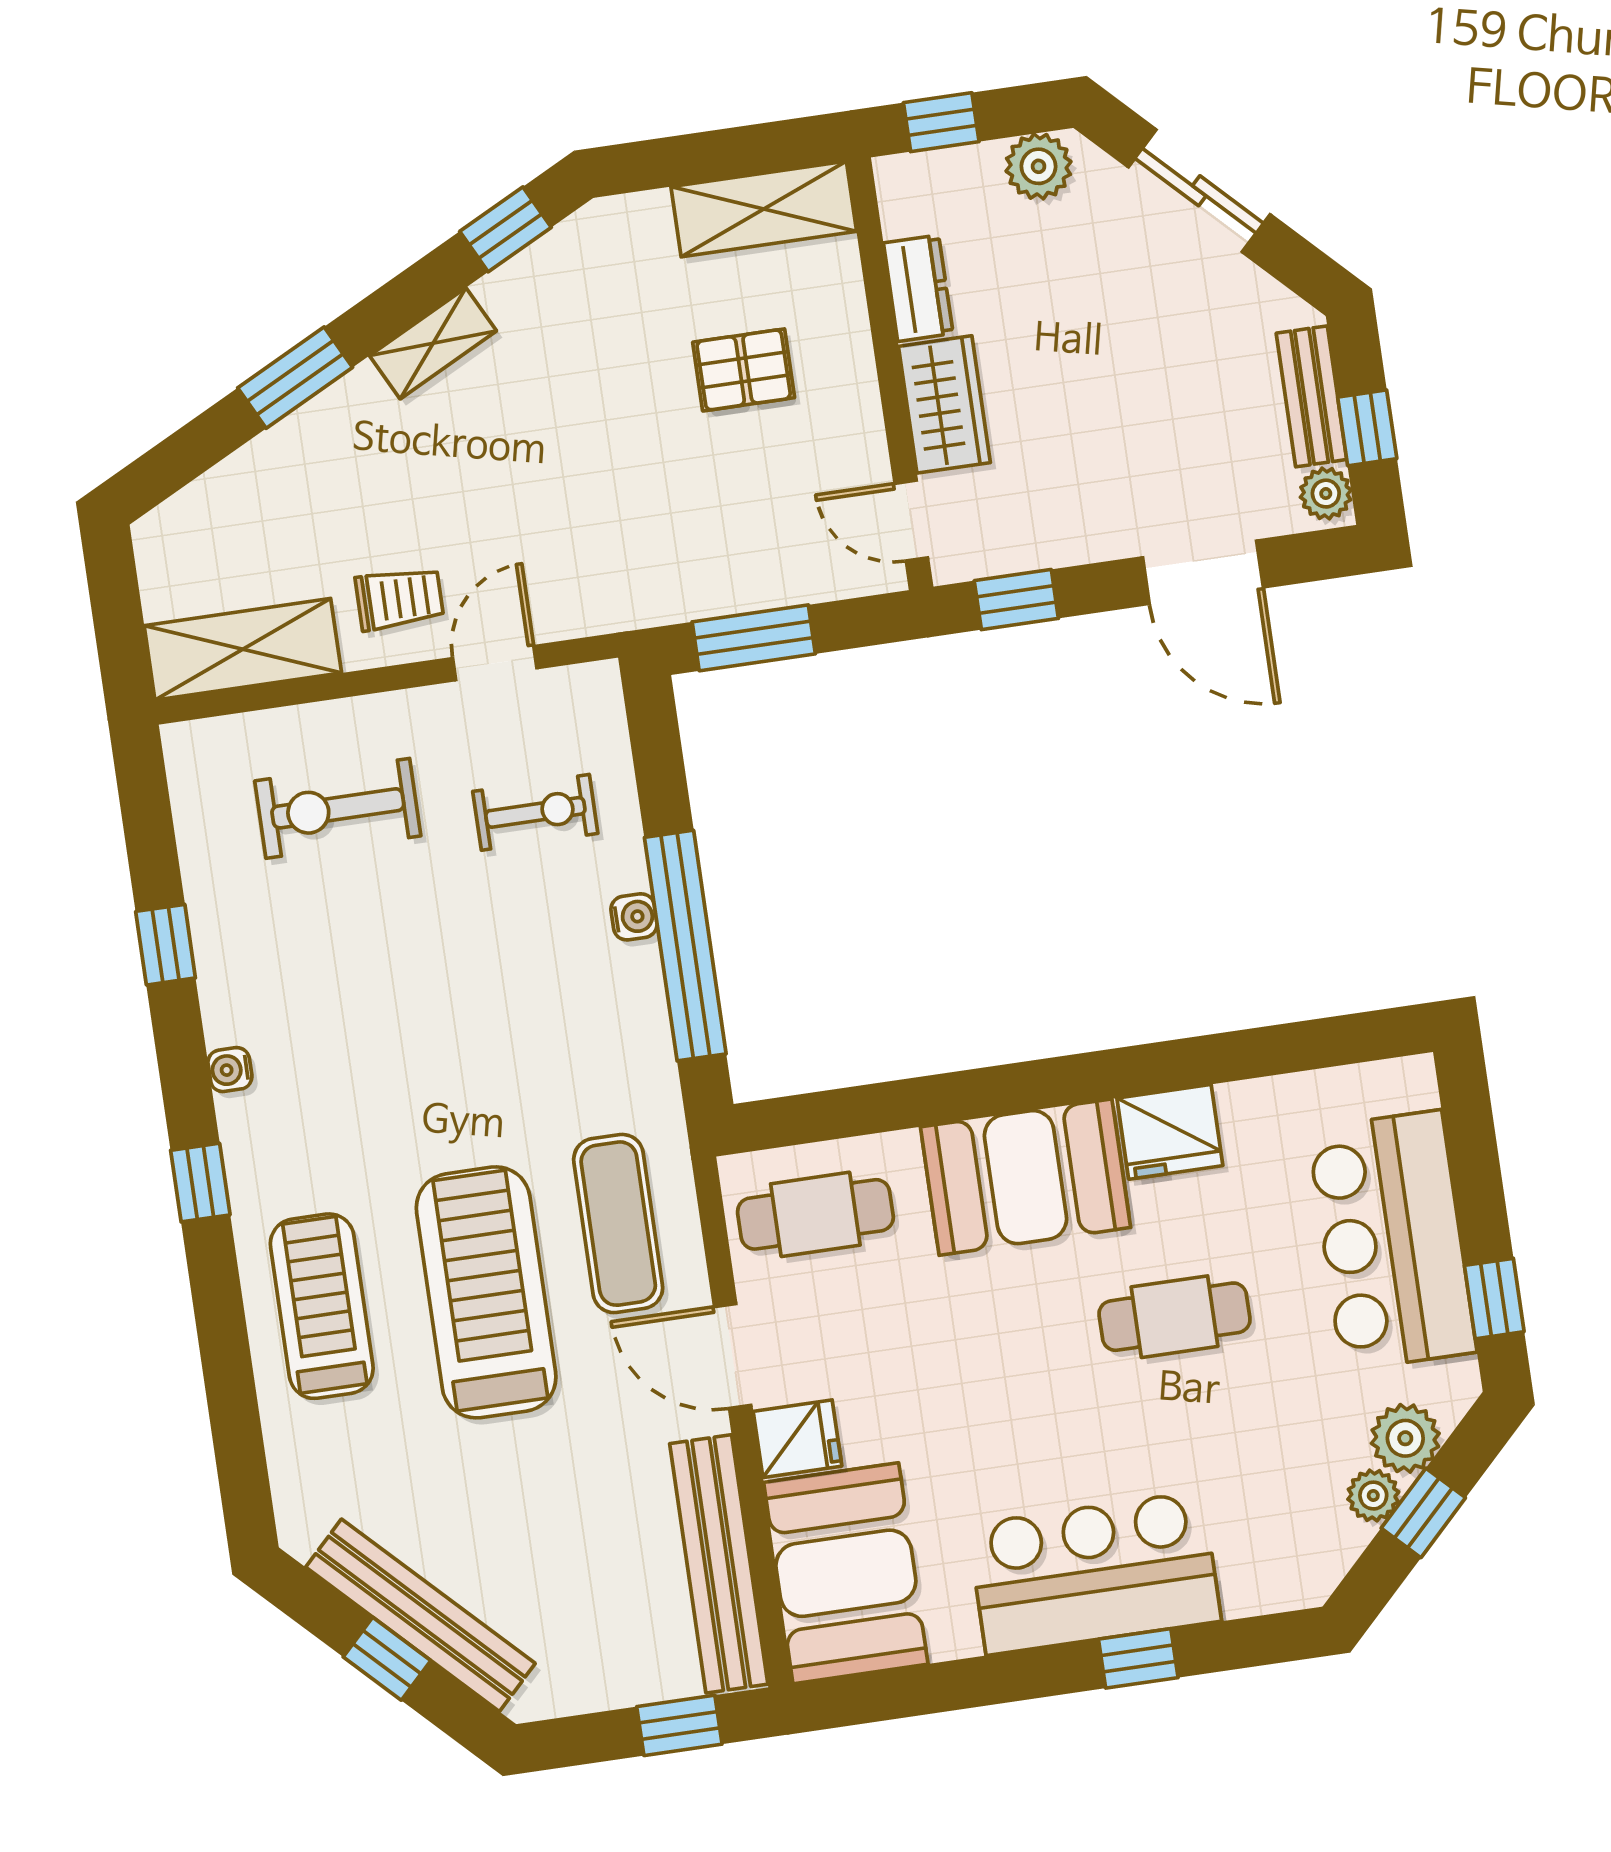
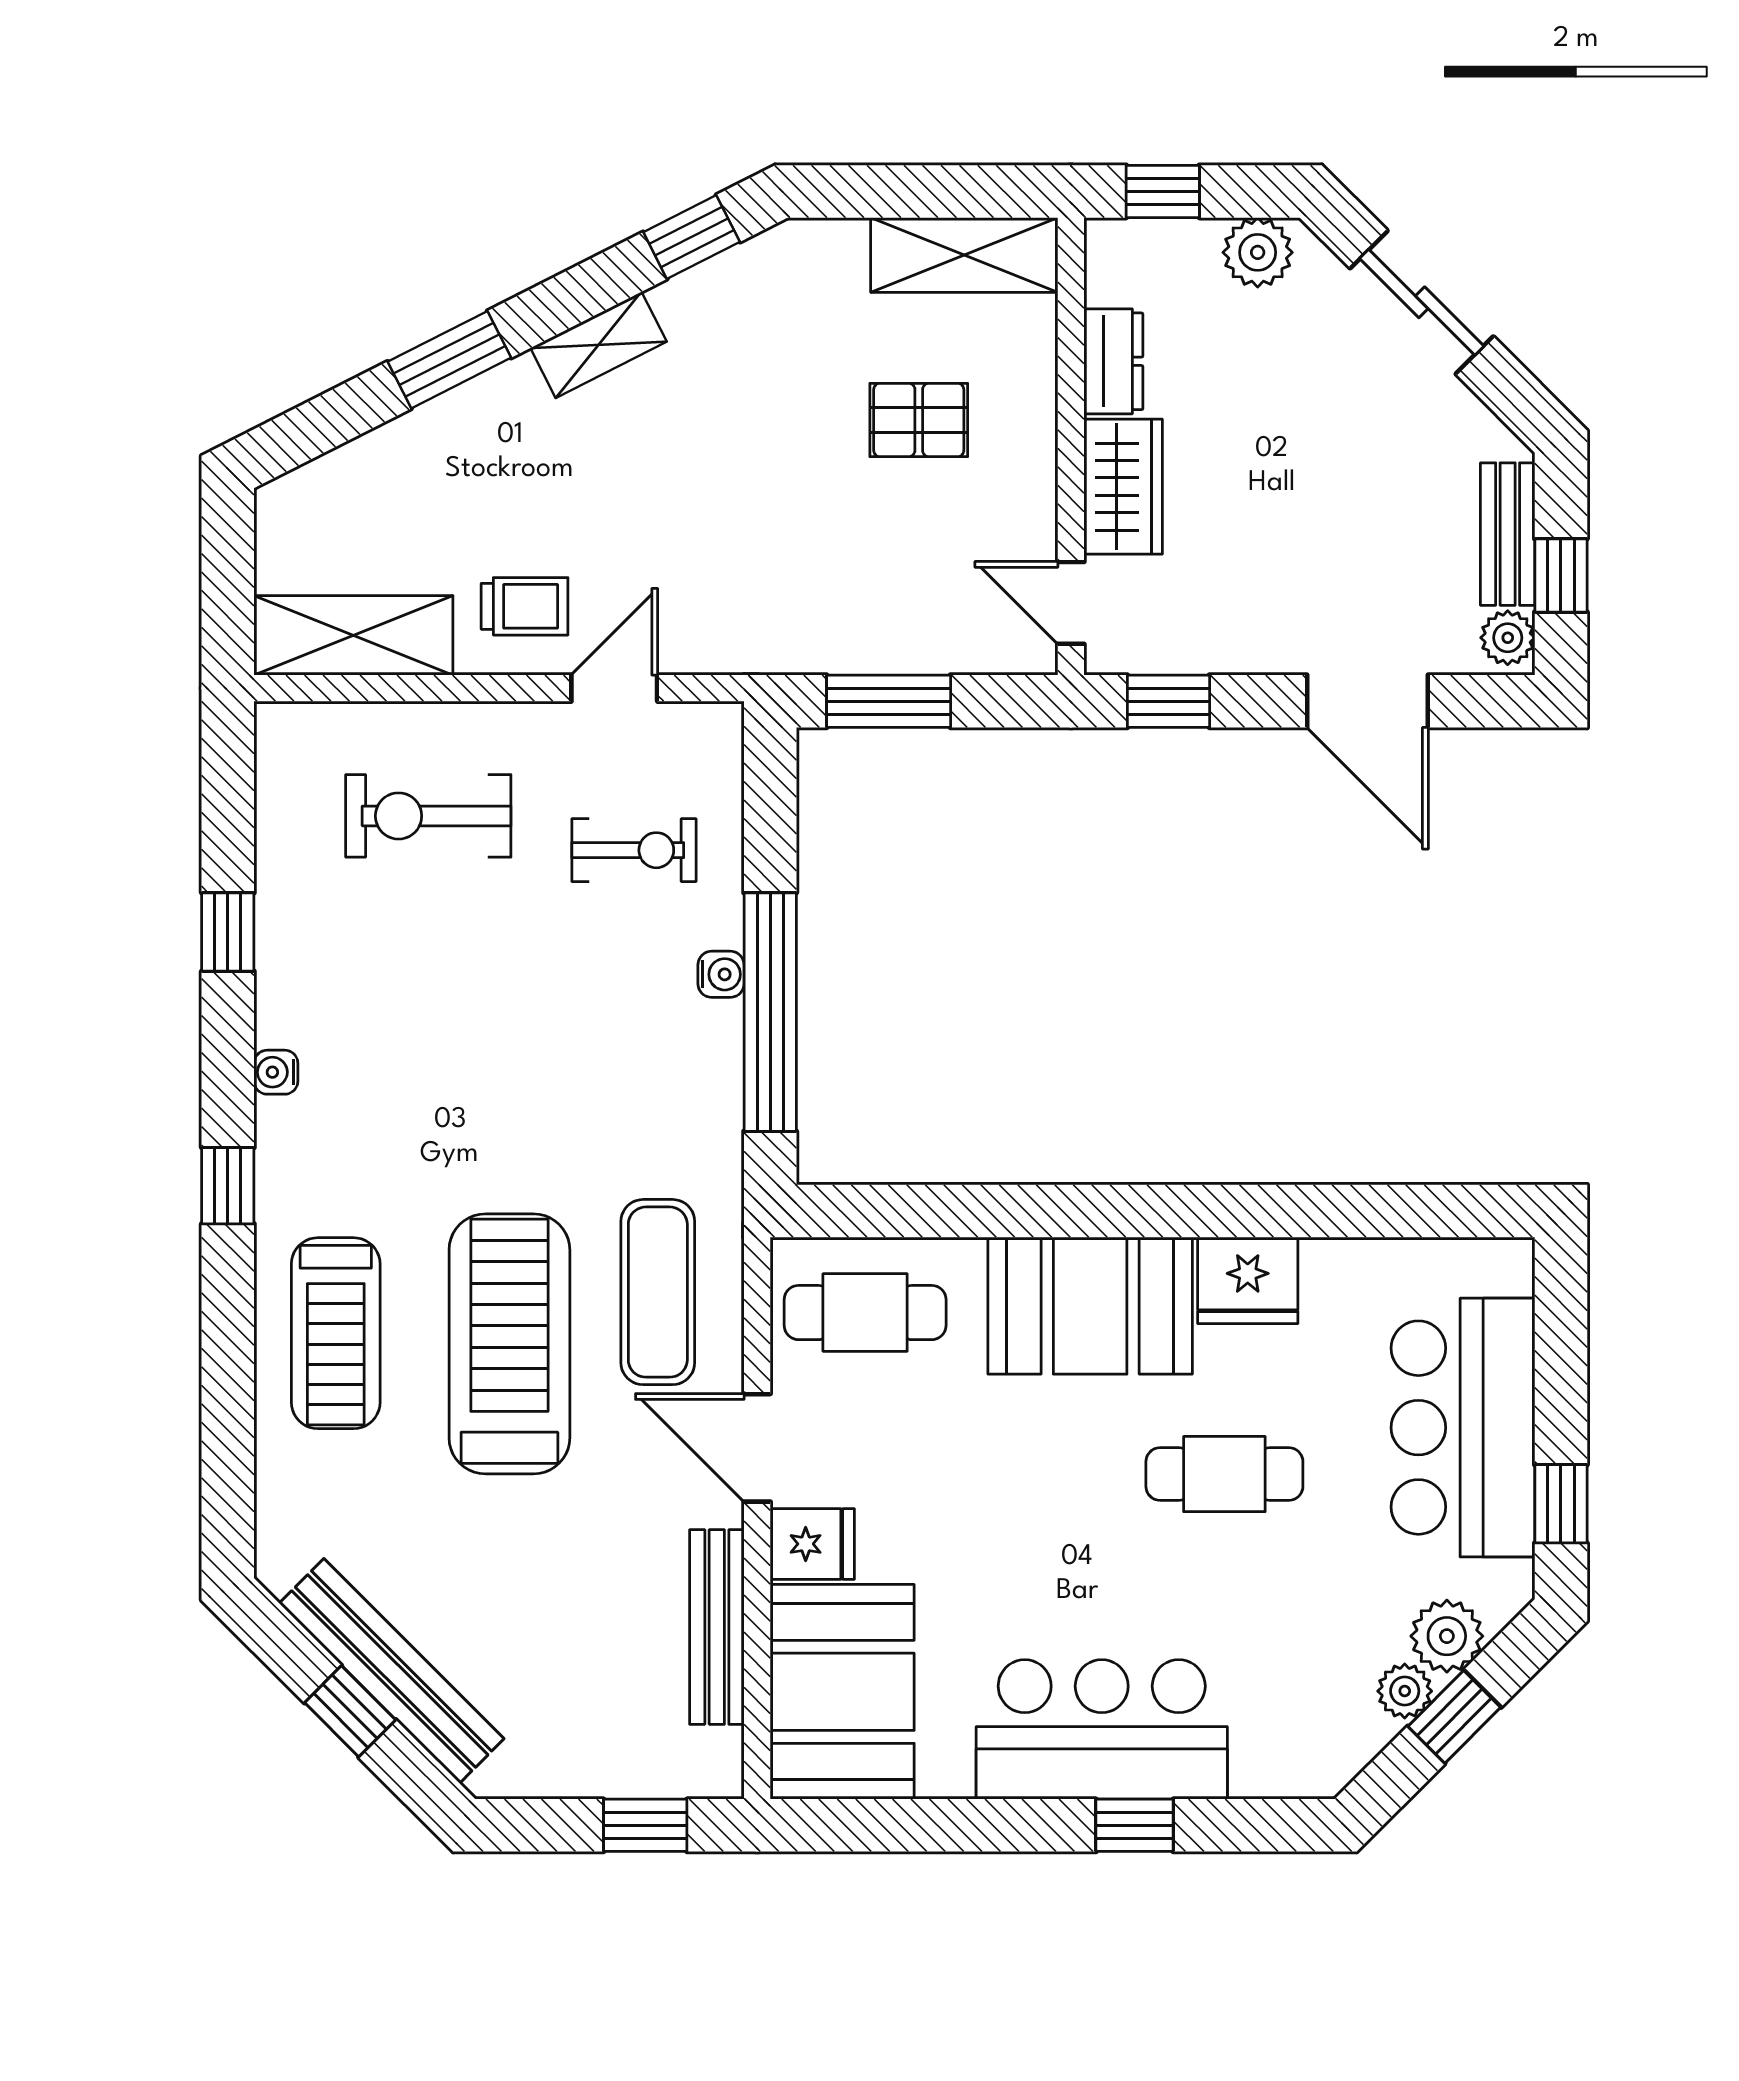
treadmill: (322, 1306) -> (336, 1333), turned 180
bench: (719, 1564) -> (717, 1627), width x0.73, depth x0.82

